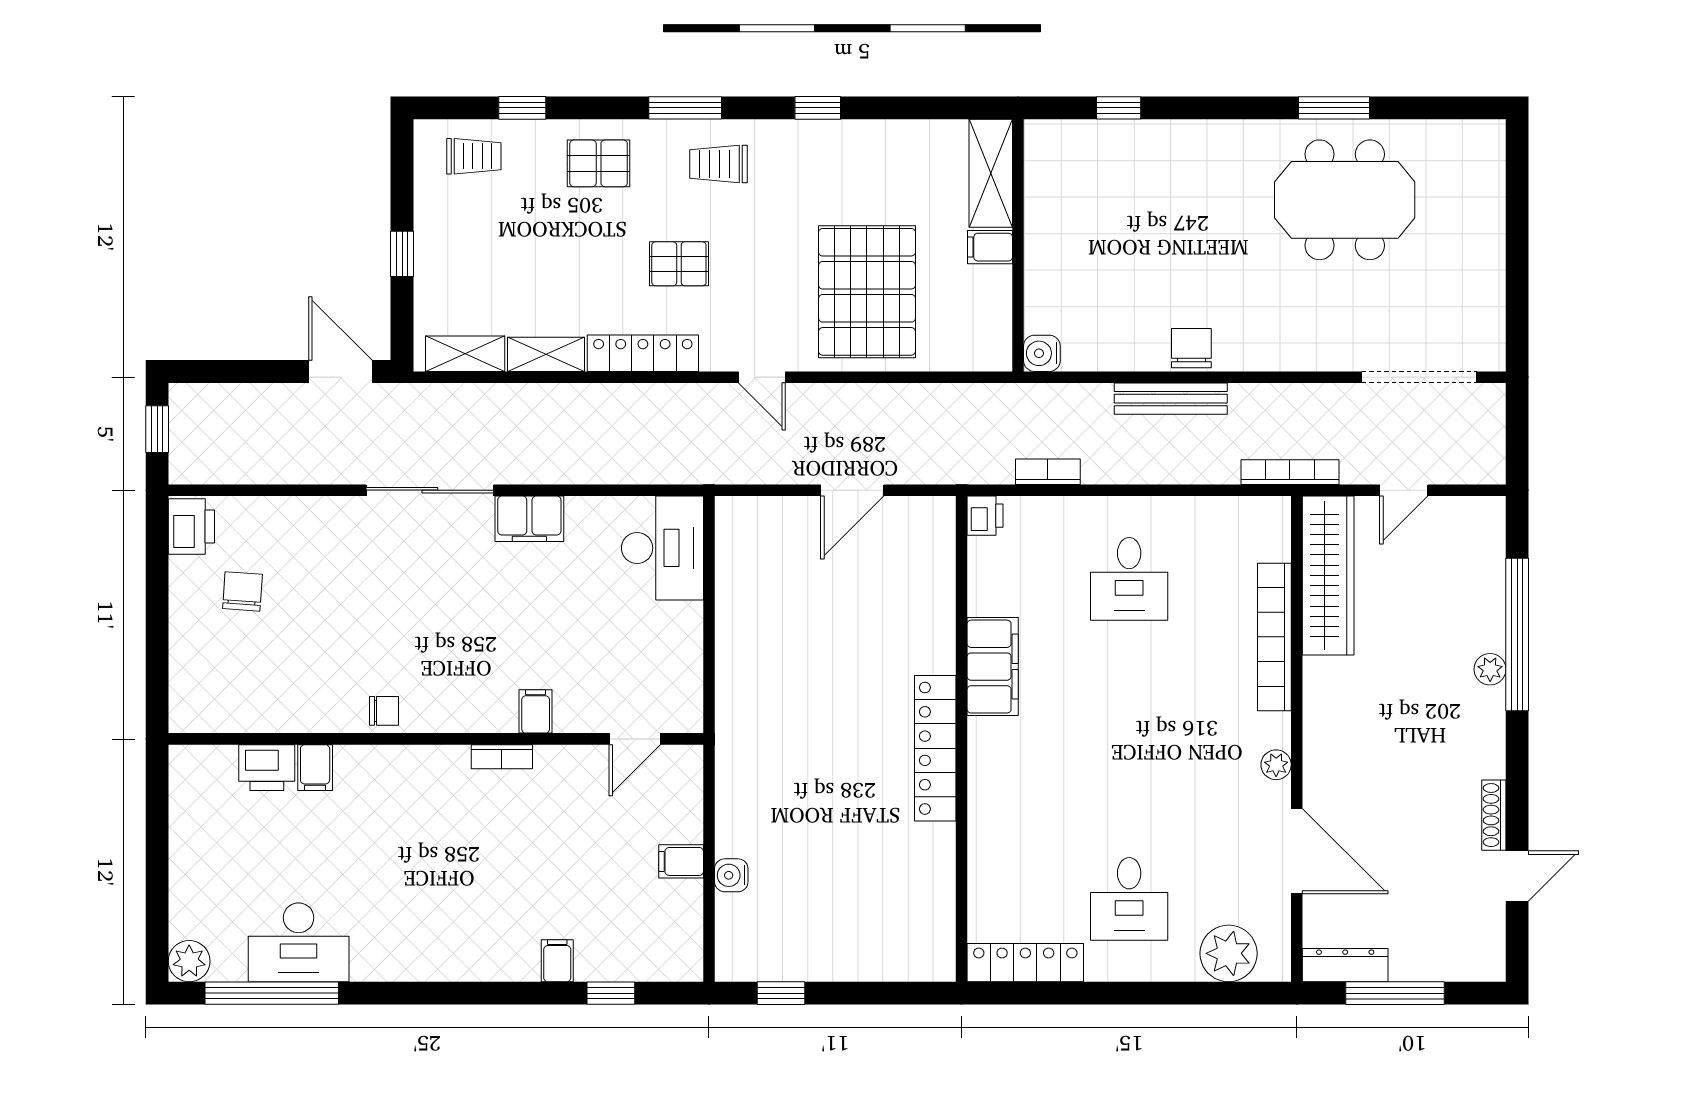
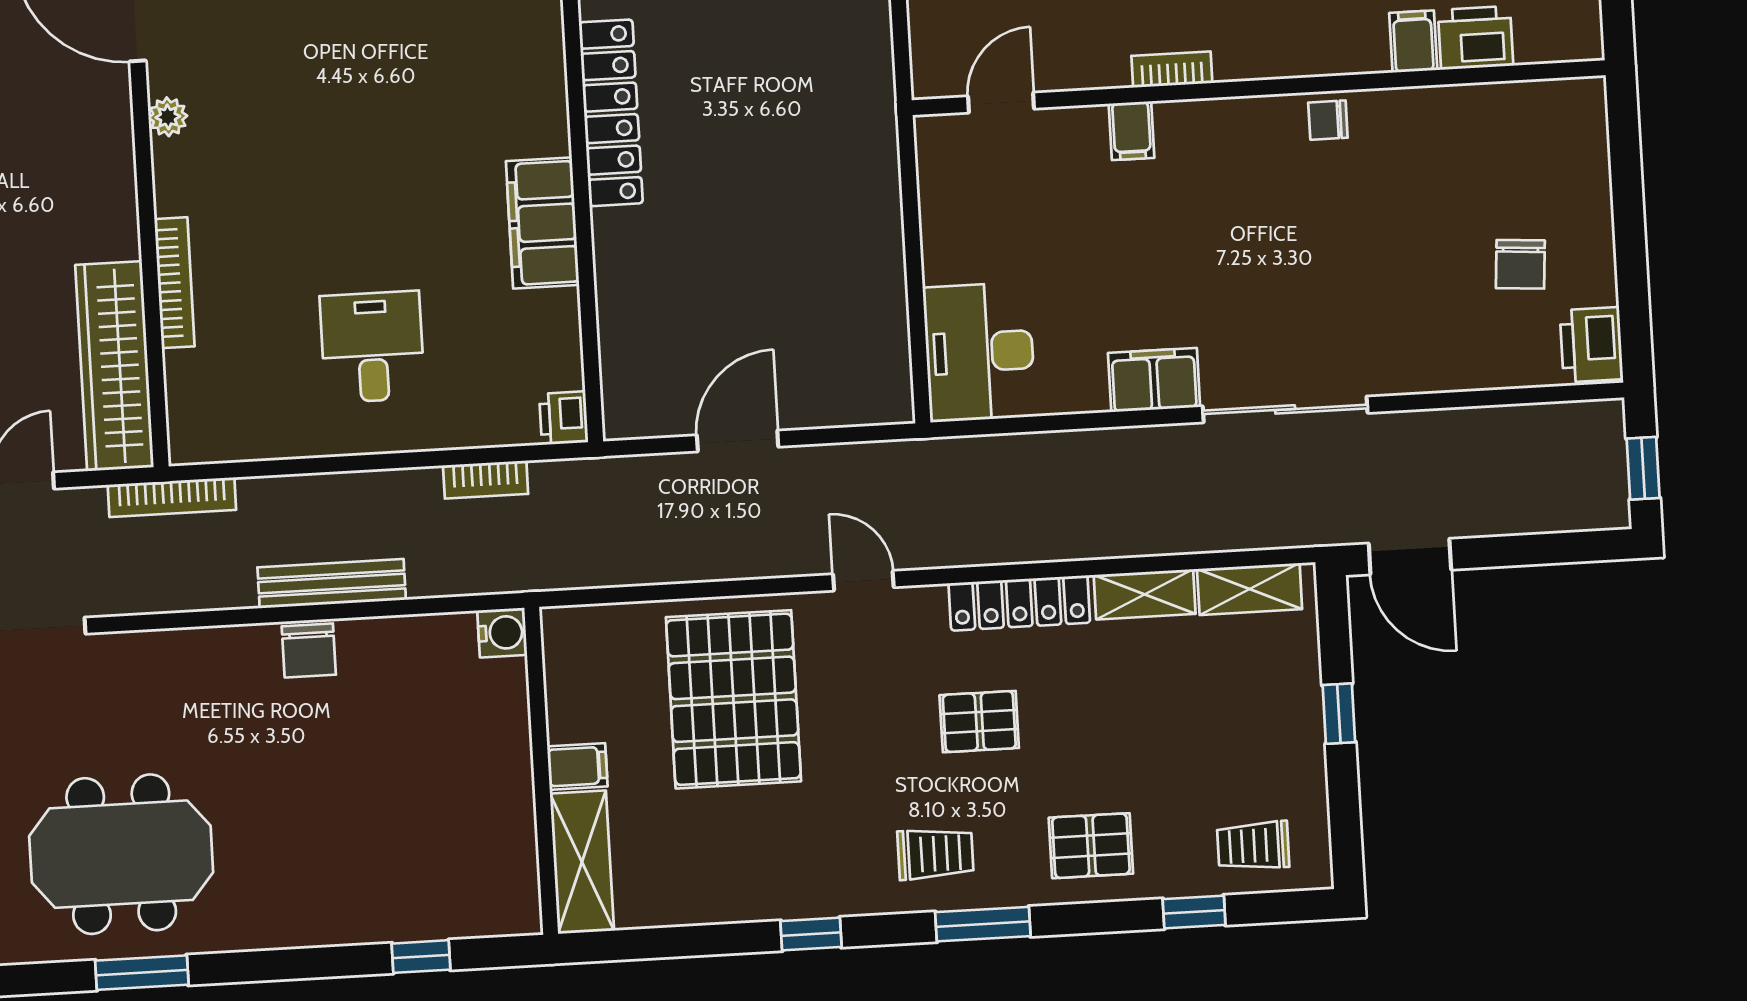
bookcase: (1274, 637) -> (174, 283), width x0.68, depth x0.76

